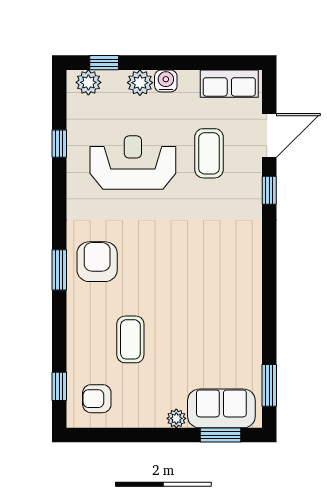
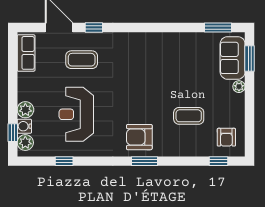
water cooler: (166, 81) -> (24, 126), moved
coffee table: (209, 153) -> (82, 60), moved

